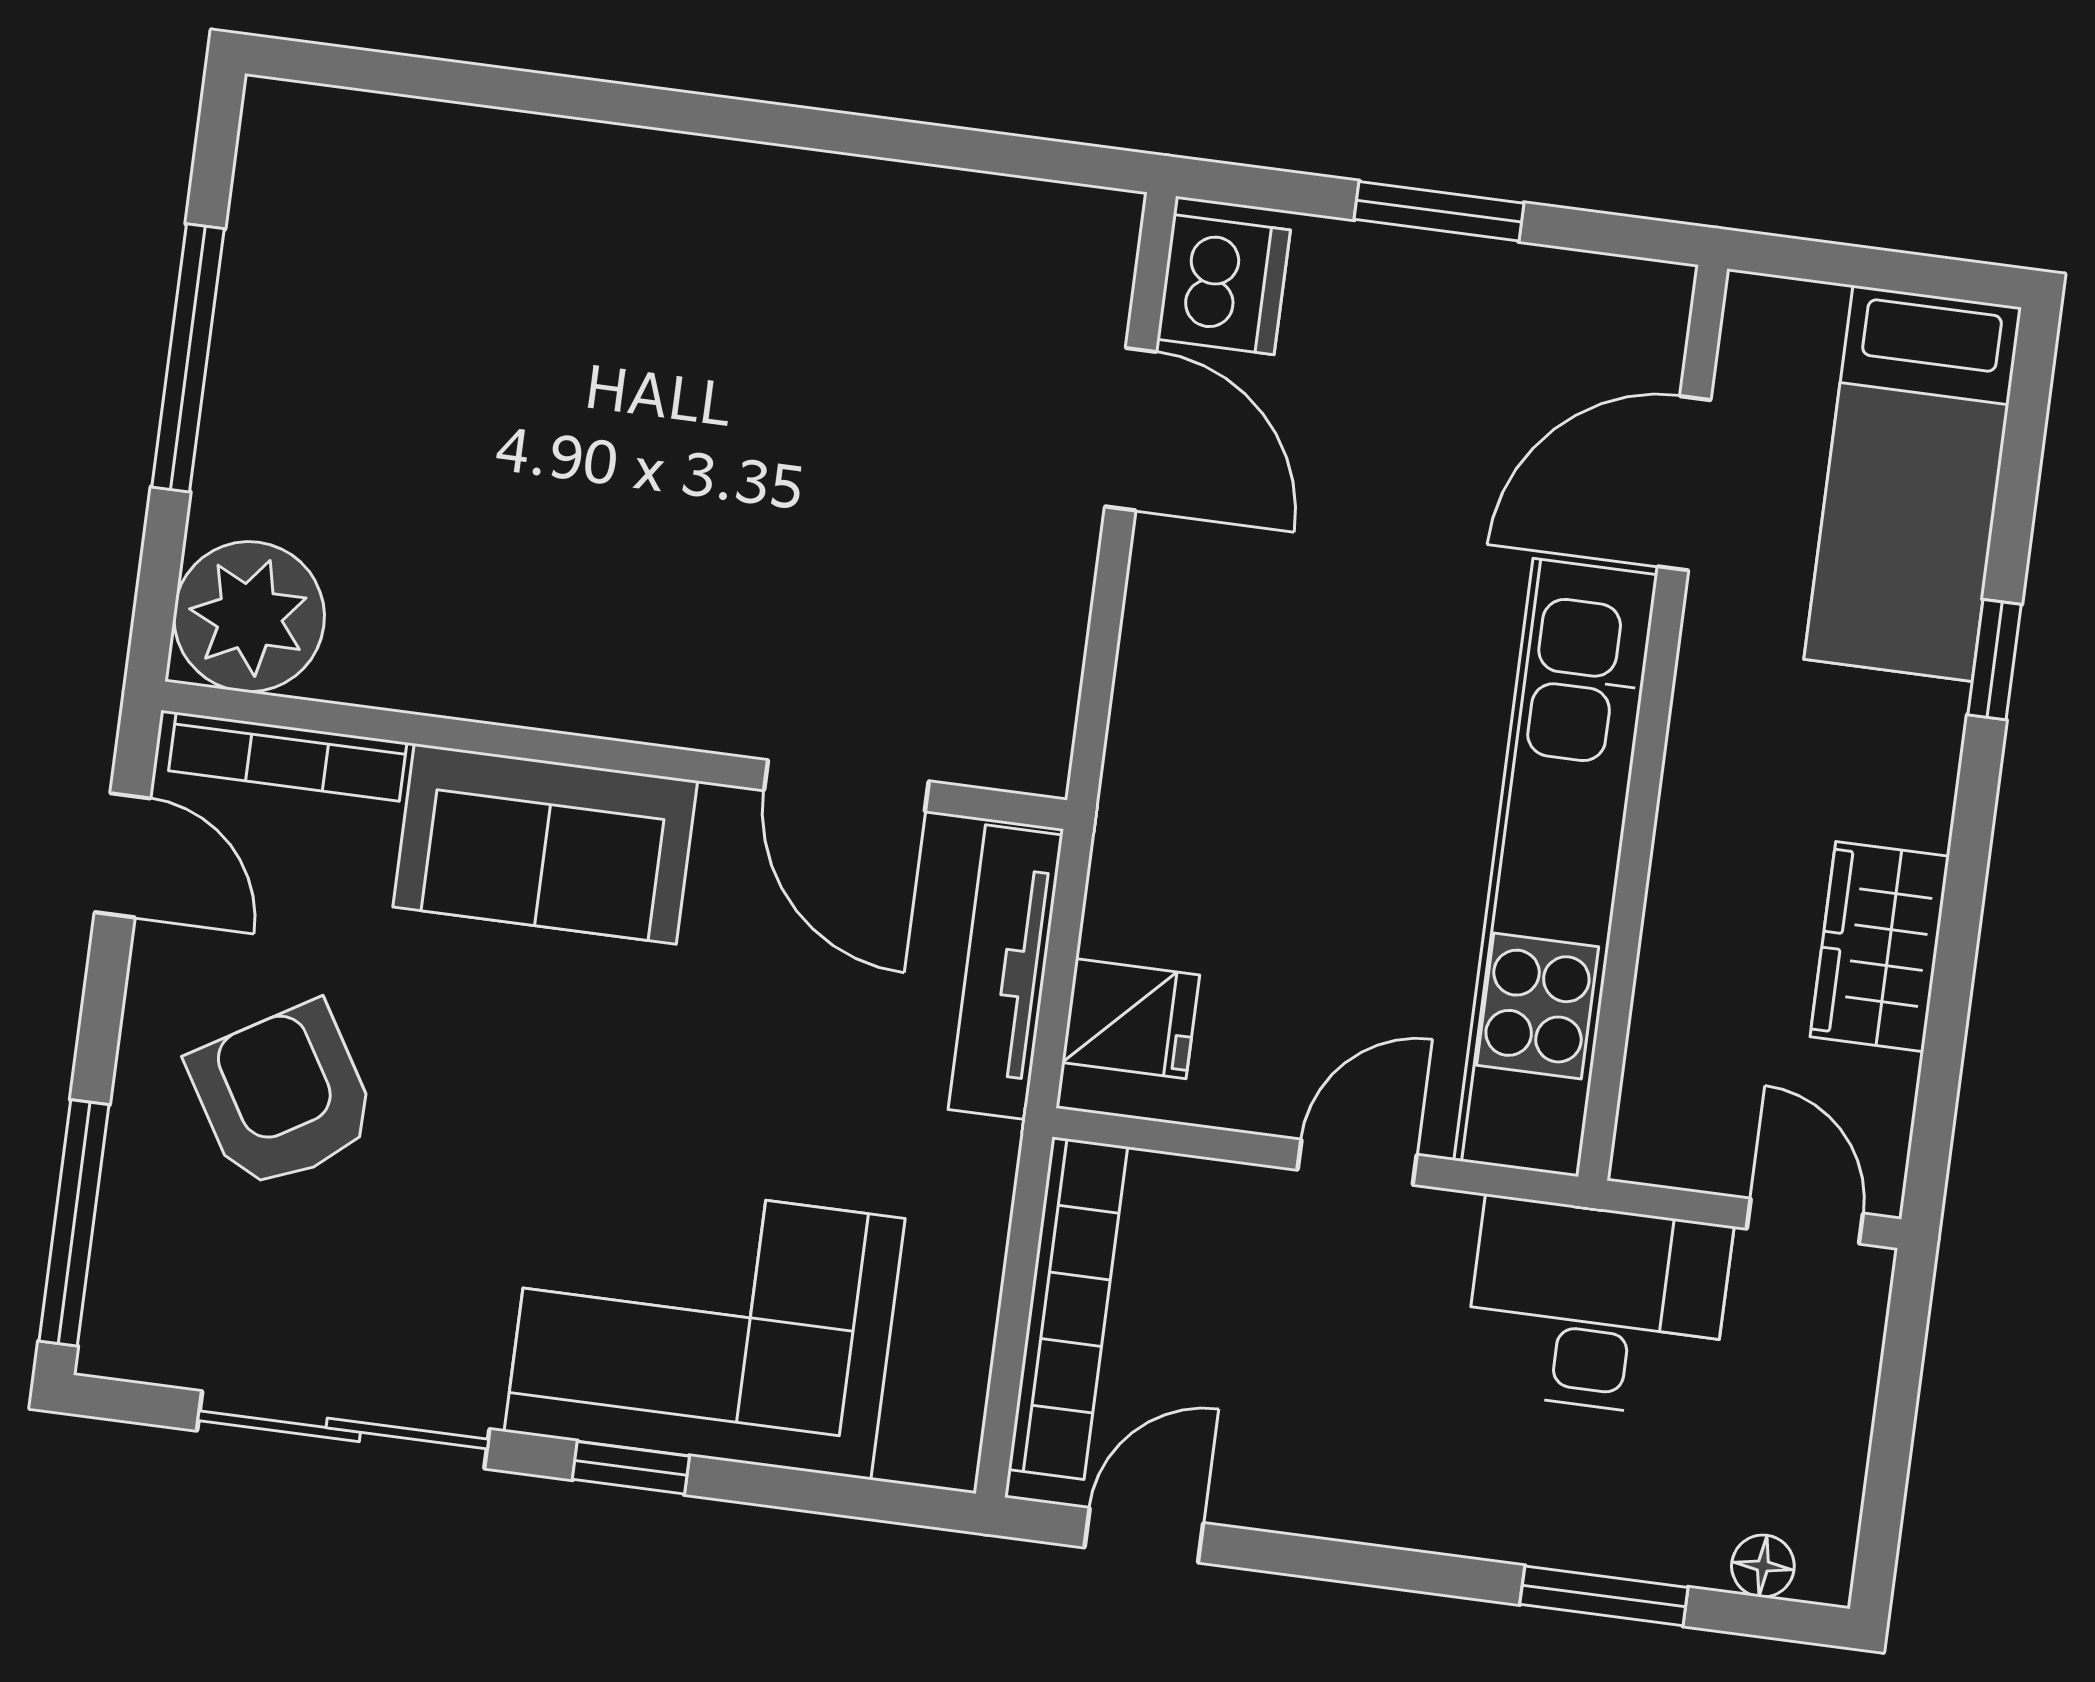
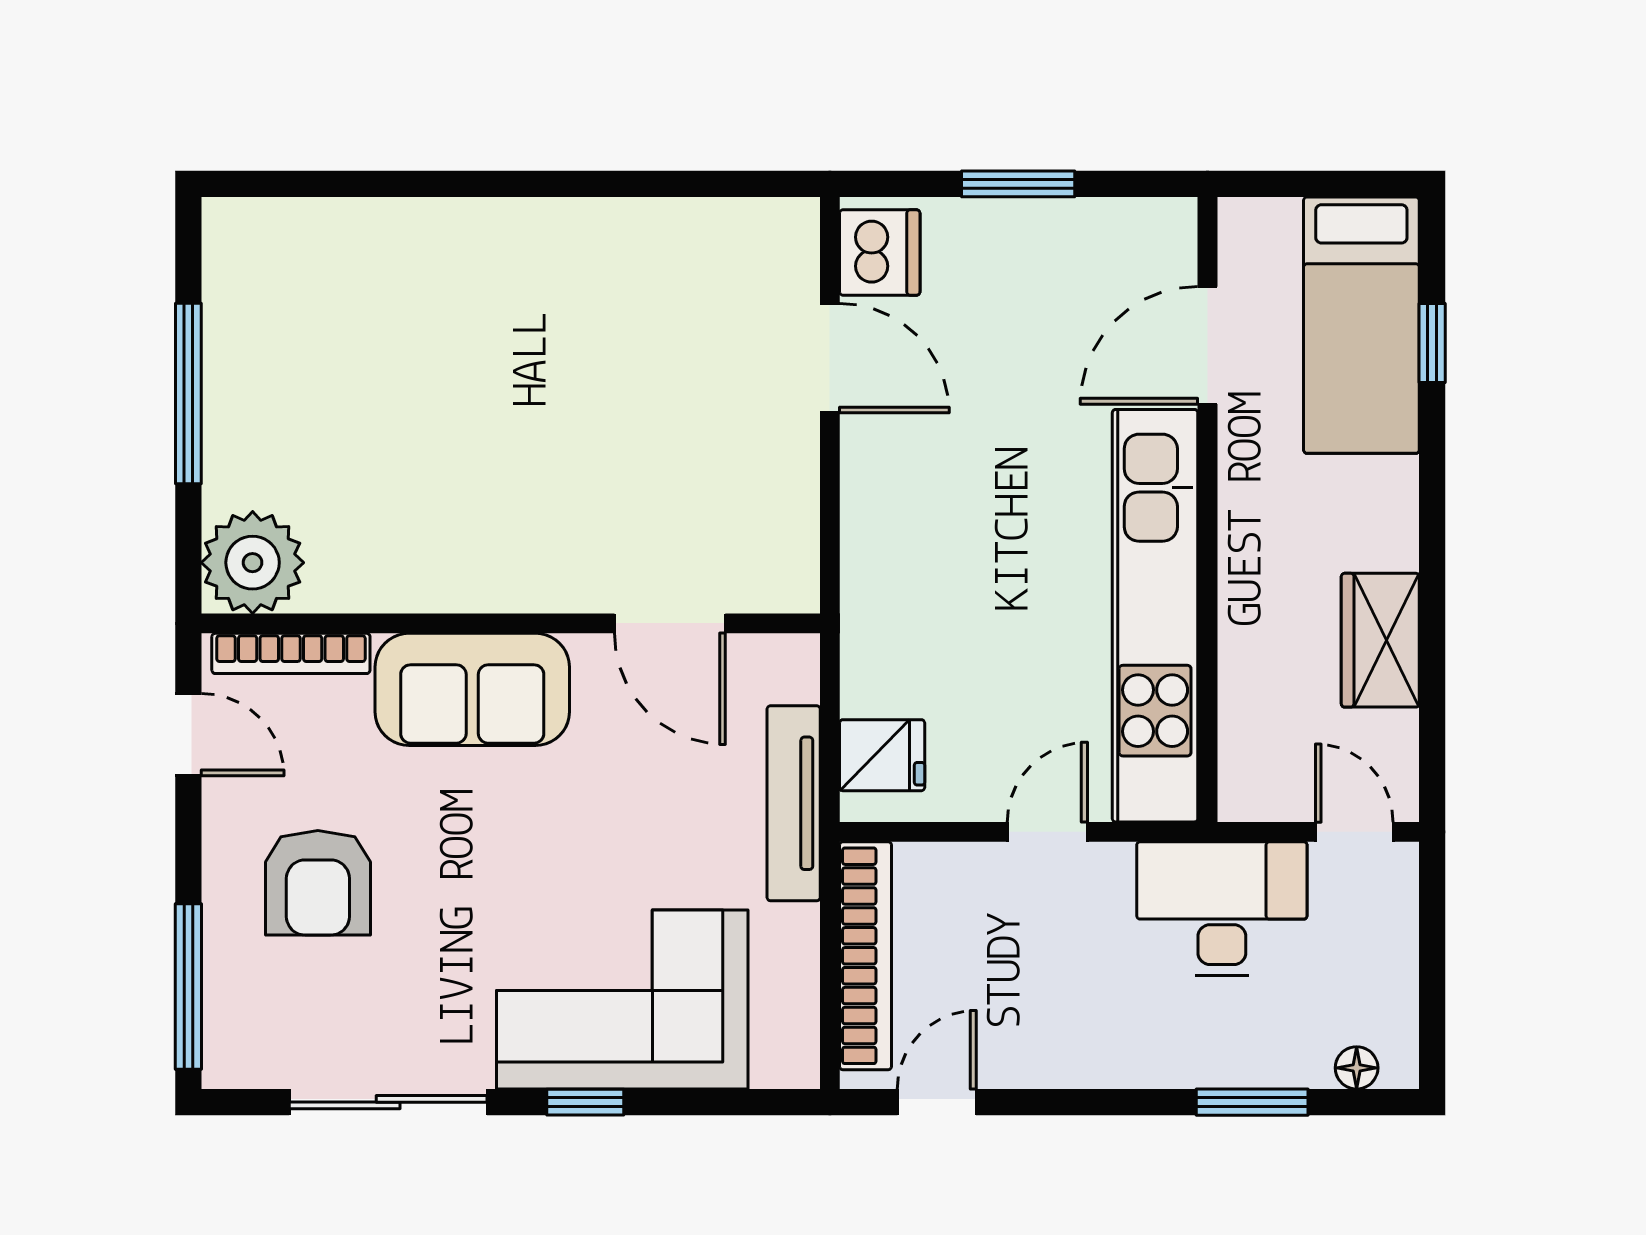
window: (1994, 660) -> (1432, 343), moved
tv unit: (1005, 972) -> (794, 803), moved
armchair: (283, 1096) -> (318, 883), turned -149

